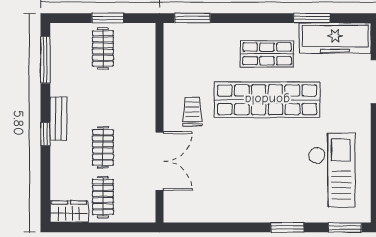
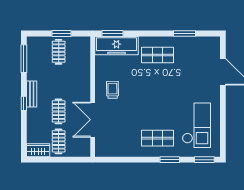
freezer: (335, 38) -> (116, 46), moved
shop shelf: (267, 100) -> (157, 138), moved, width x0.50, depth x0.74
double door: (160, 161) -> (93, 120), swing flipped

